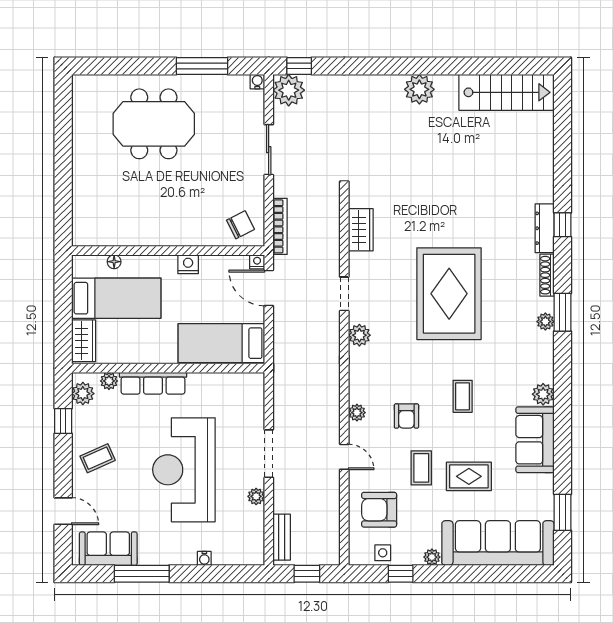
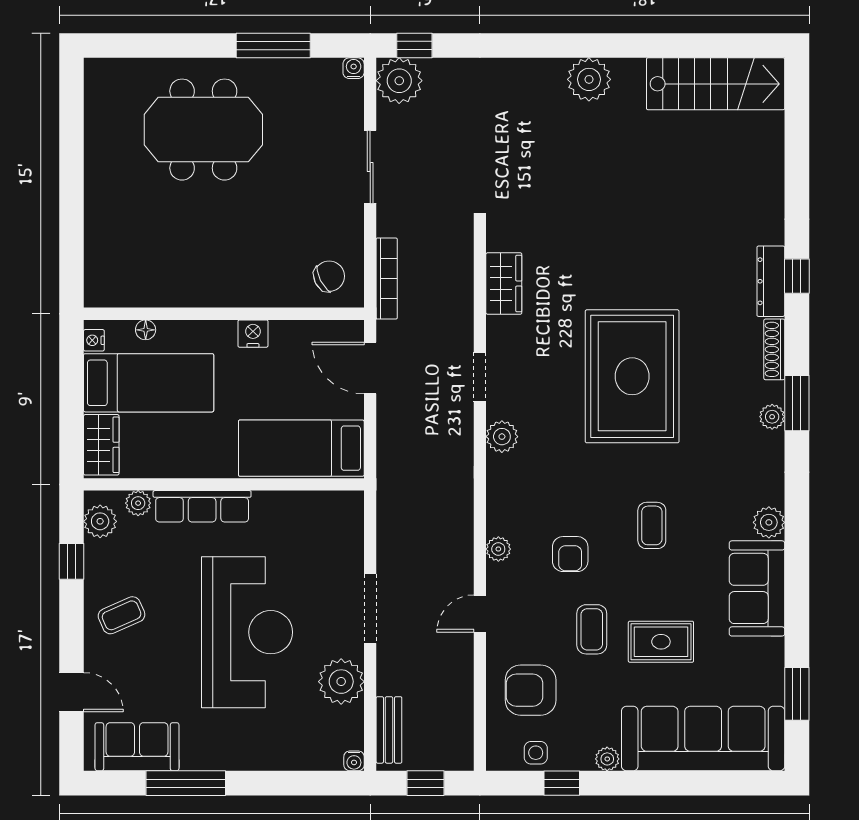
nightstand: (257, 262) -> (94, 340), moved, turned -90
door: (344, 457) -> (480, 614), swing flipped
reception desk: (184, 470) -> (247, 632), turned 180
plant: (256, 496) -> (341, 682), width x1.88, depth x1.88
water cooler: (204, 558) -> (354, 761), moved

